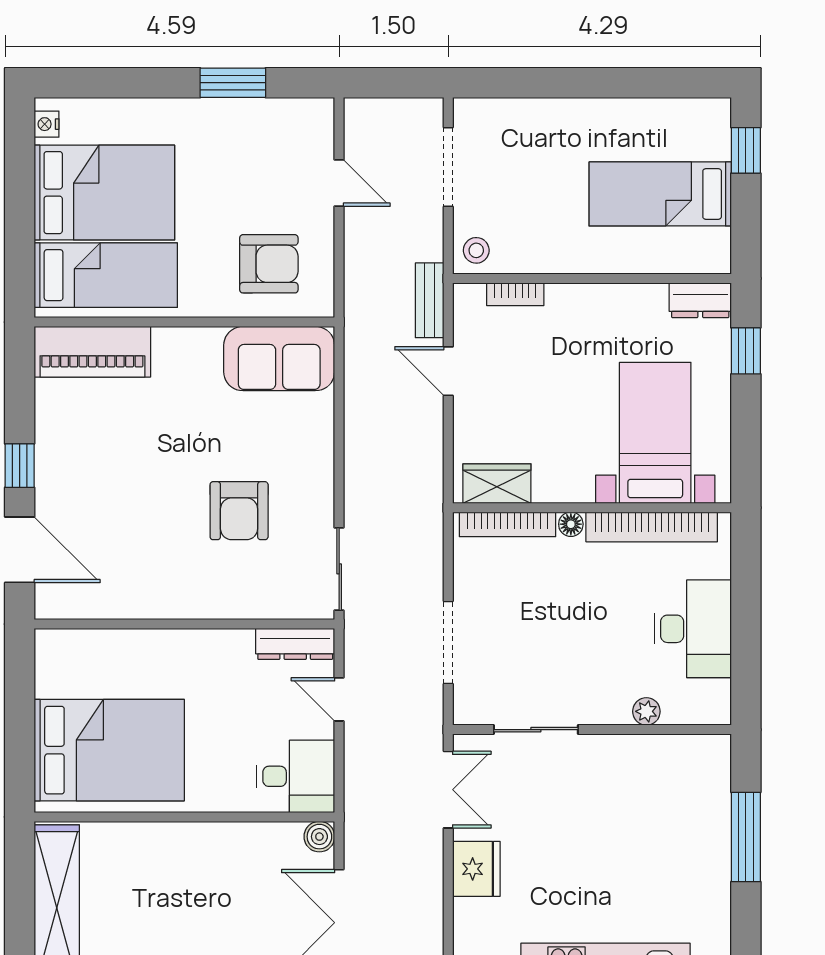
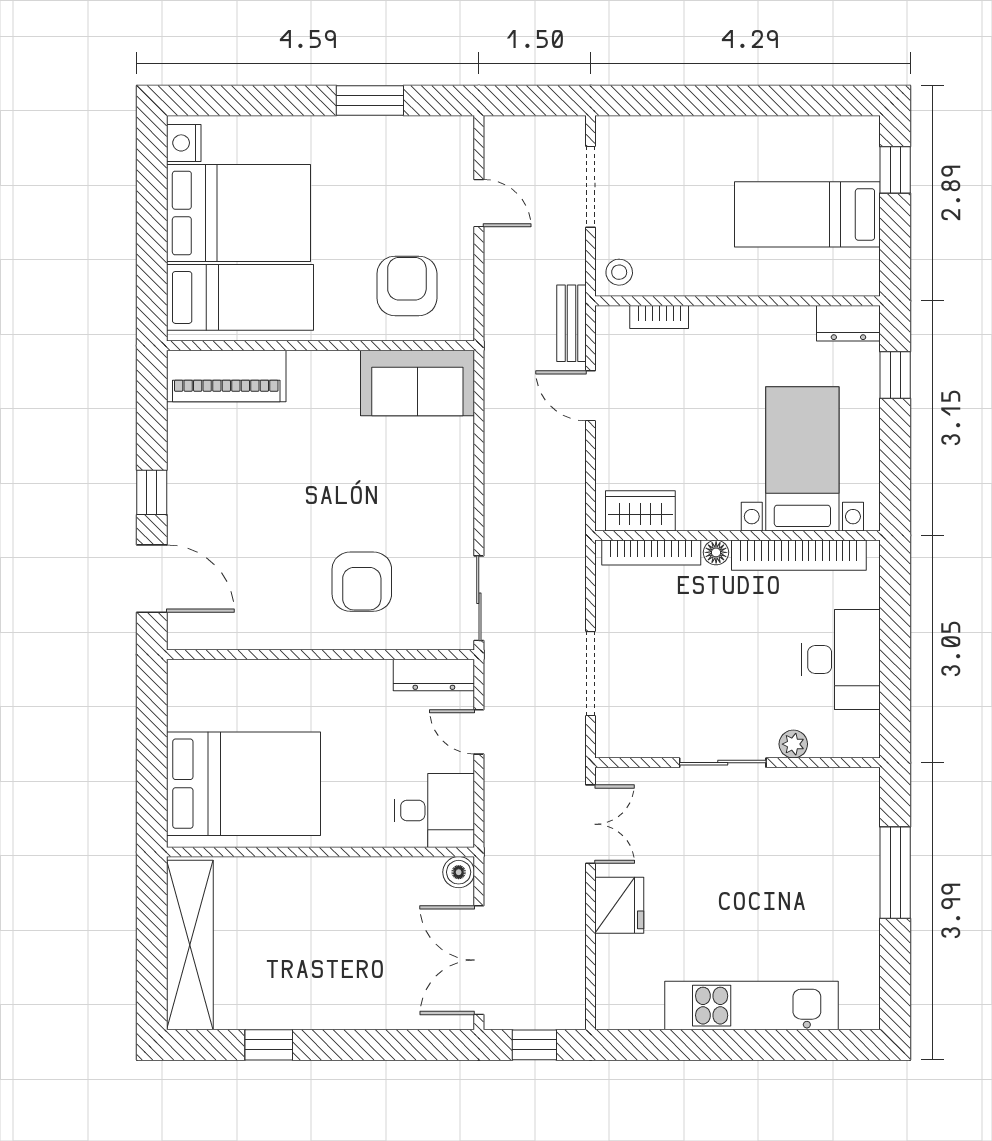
nightstand: (47, 124) -> (184, 143), width x1.39, depth x1.35
armchair: (269, 264) -> (407, 286), turned -90
armchair: (239, 511) -> (362, 582), moved
sliding door: (536, 730) -> (723, 763), moved

